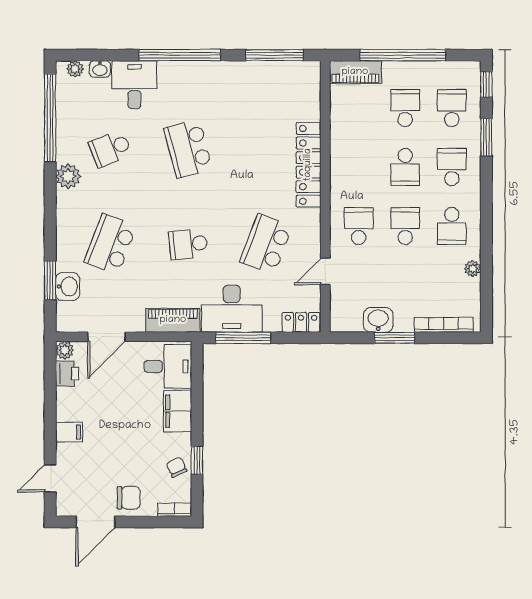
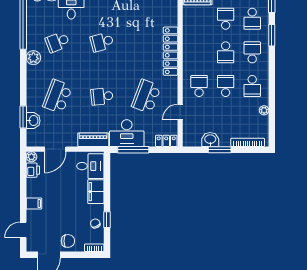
school desk: (452, 108) -> (252, 19), turned 180
school desk: (188, 149) -> (102, 42), width x0.54

